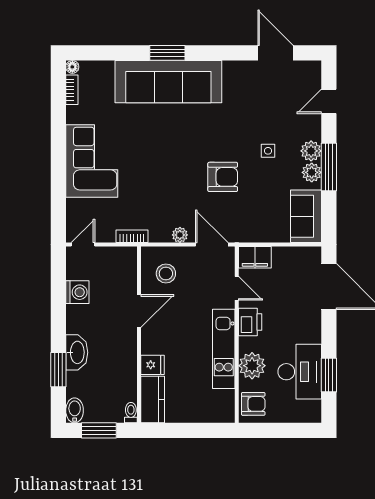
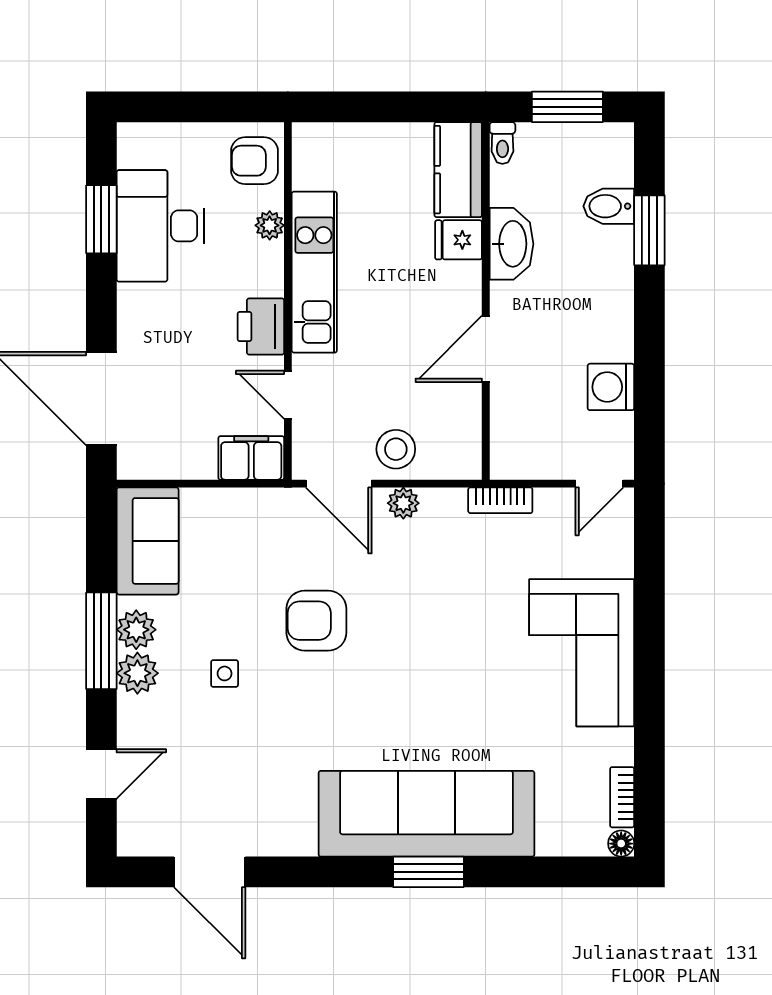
stool: (166, 274) -> (396, 449), moved
washbasin: (77, 352) -> (511, 244), moved, turned 180
plant: (252, 366) -> (270, 225), width x0.53, depth x0.53
bidet: (75, 410) -> (609, 206), moved, turned 90

